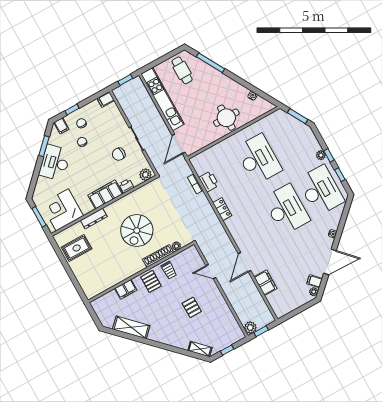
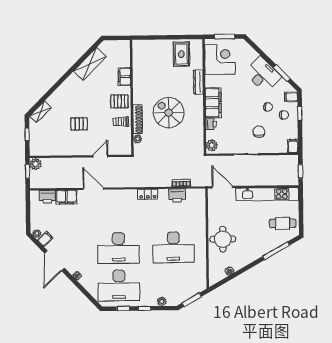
chair: (119, 154) -> (259, 132), moved
plant: (321, 155) -> (162, 301), moved
printer: (275, 300) -> (47, 197), added

